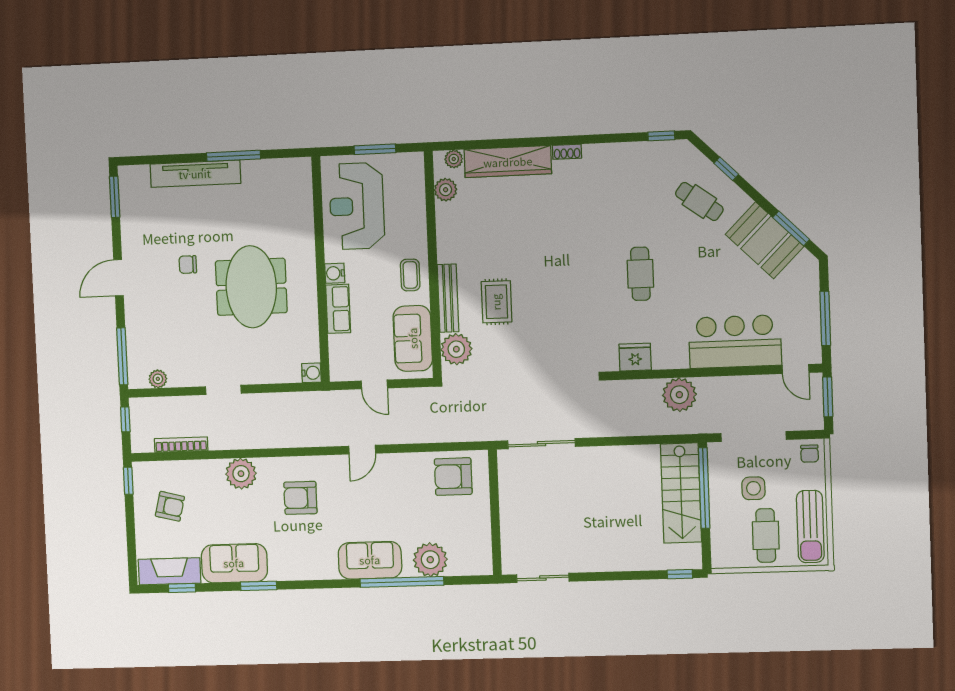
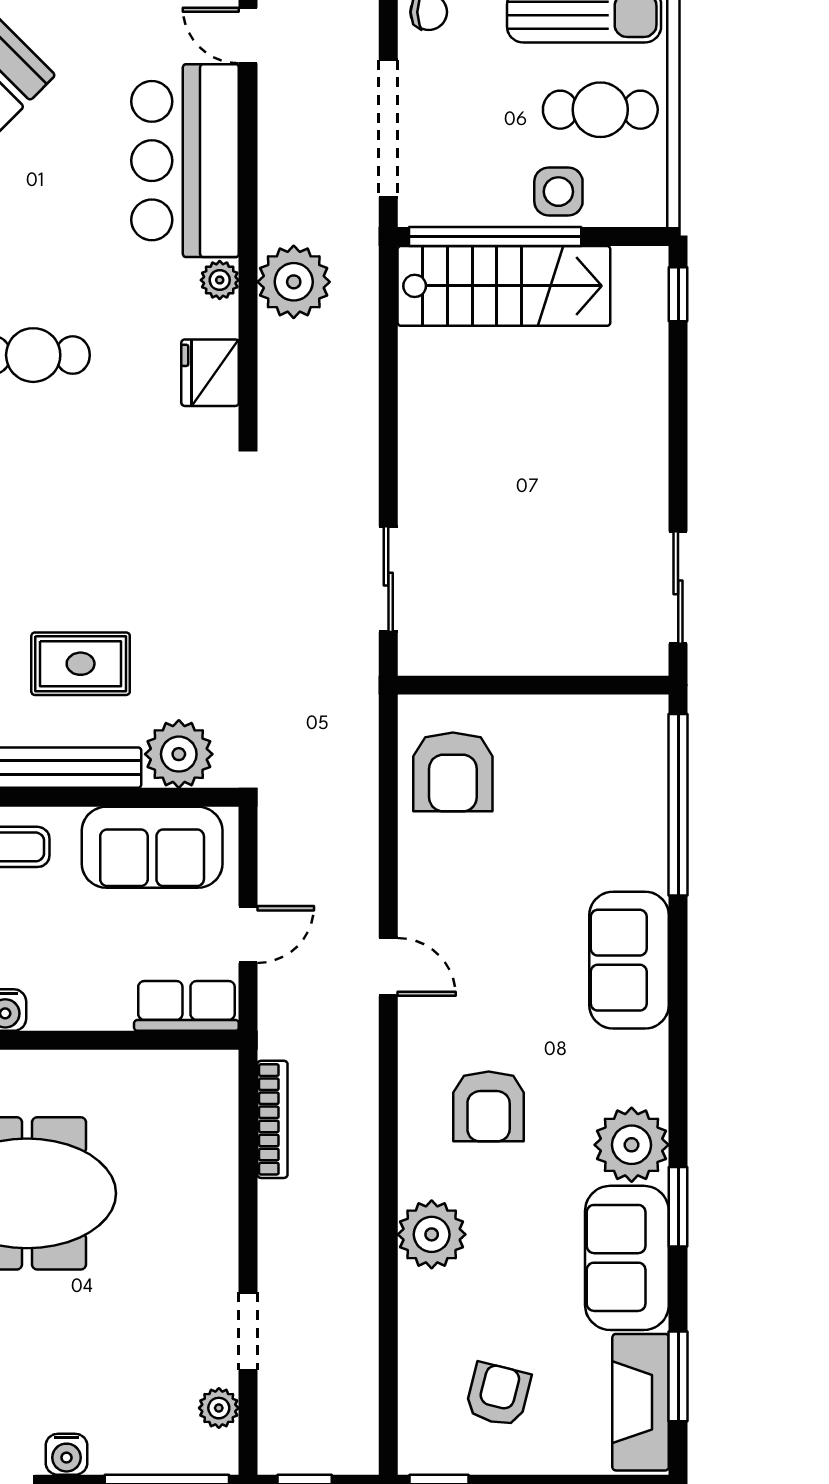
row of seats: (338, 309) -> (186, 1006), moved
plant: (679, 360) -> (220, 280), added
door: (796, 369) -> (248, 35), swing flipped
water cooler: (311, 373) -> (66, 1454), moved, turned 180
doorway: (223, 390) -> (248, 1331), moved
sliding door: (542, 444) -> (388, 579), width x0.73
bookcase: (181, 445) -> (272, 1119), moved, turned 180
side table: (753, 488) -> (558, 192), moved
plant: (430, 560) -> (632, 1145), moved
window: (402, 582) -> (678, 805), moved
window: (182, 588) -> (678, 1376), width x1.50

